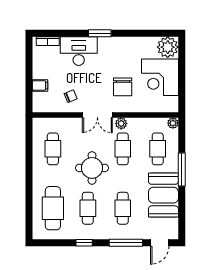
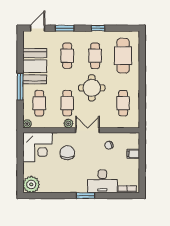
corner desk: (160, 77) -> (38, 147), moved, turned 90
window: (126, 243) -> (65, 28), width x0.69

